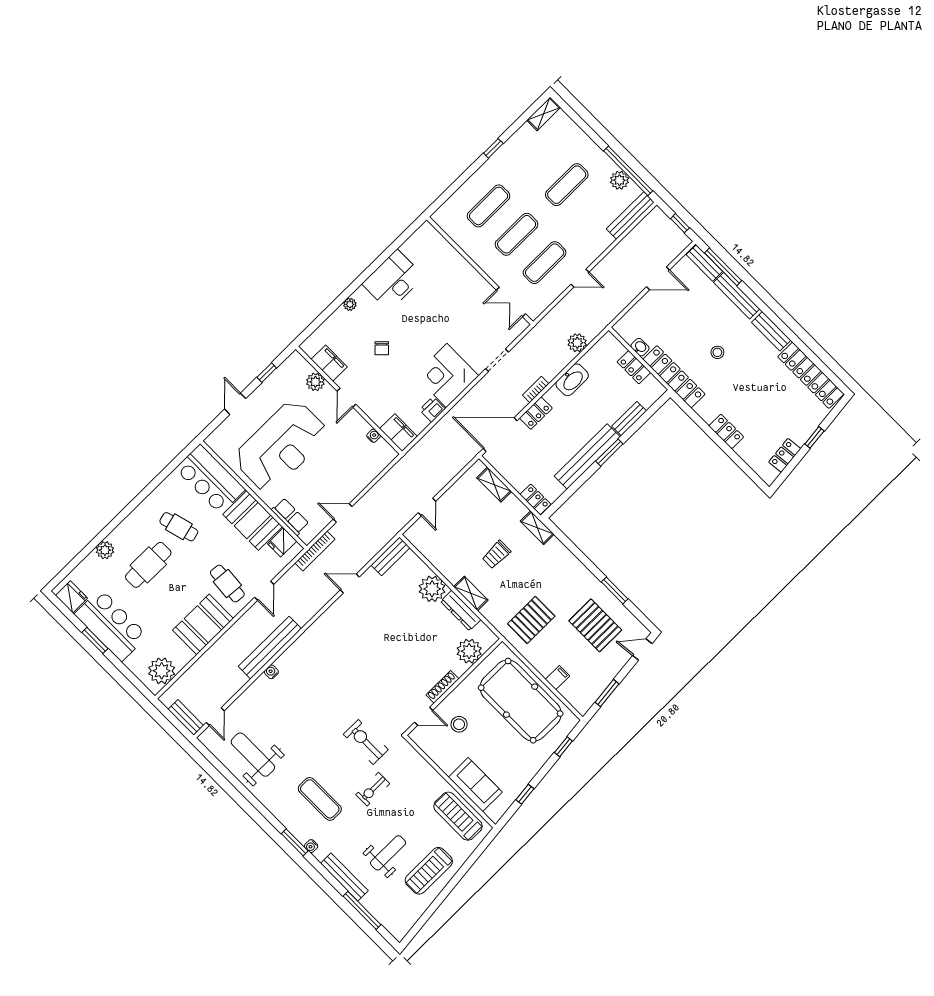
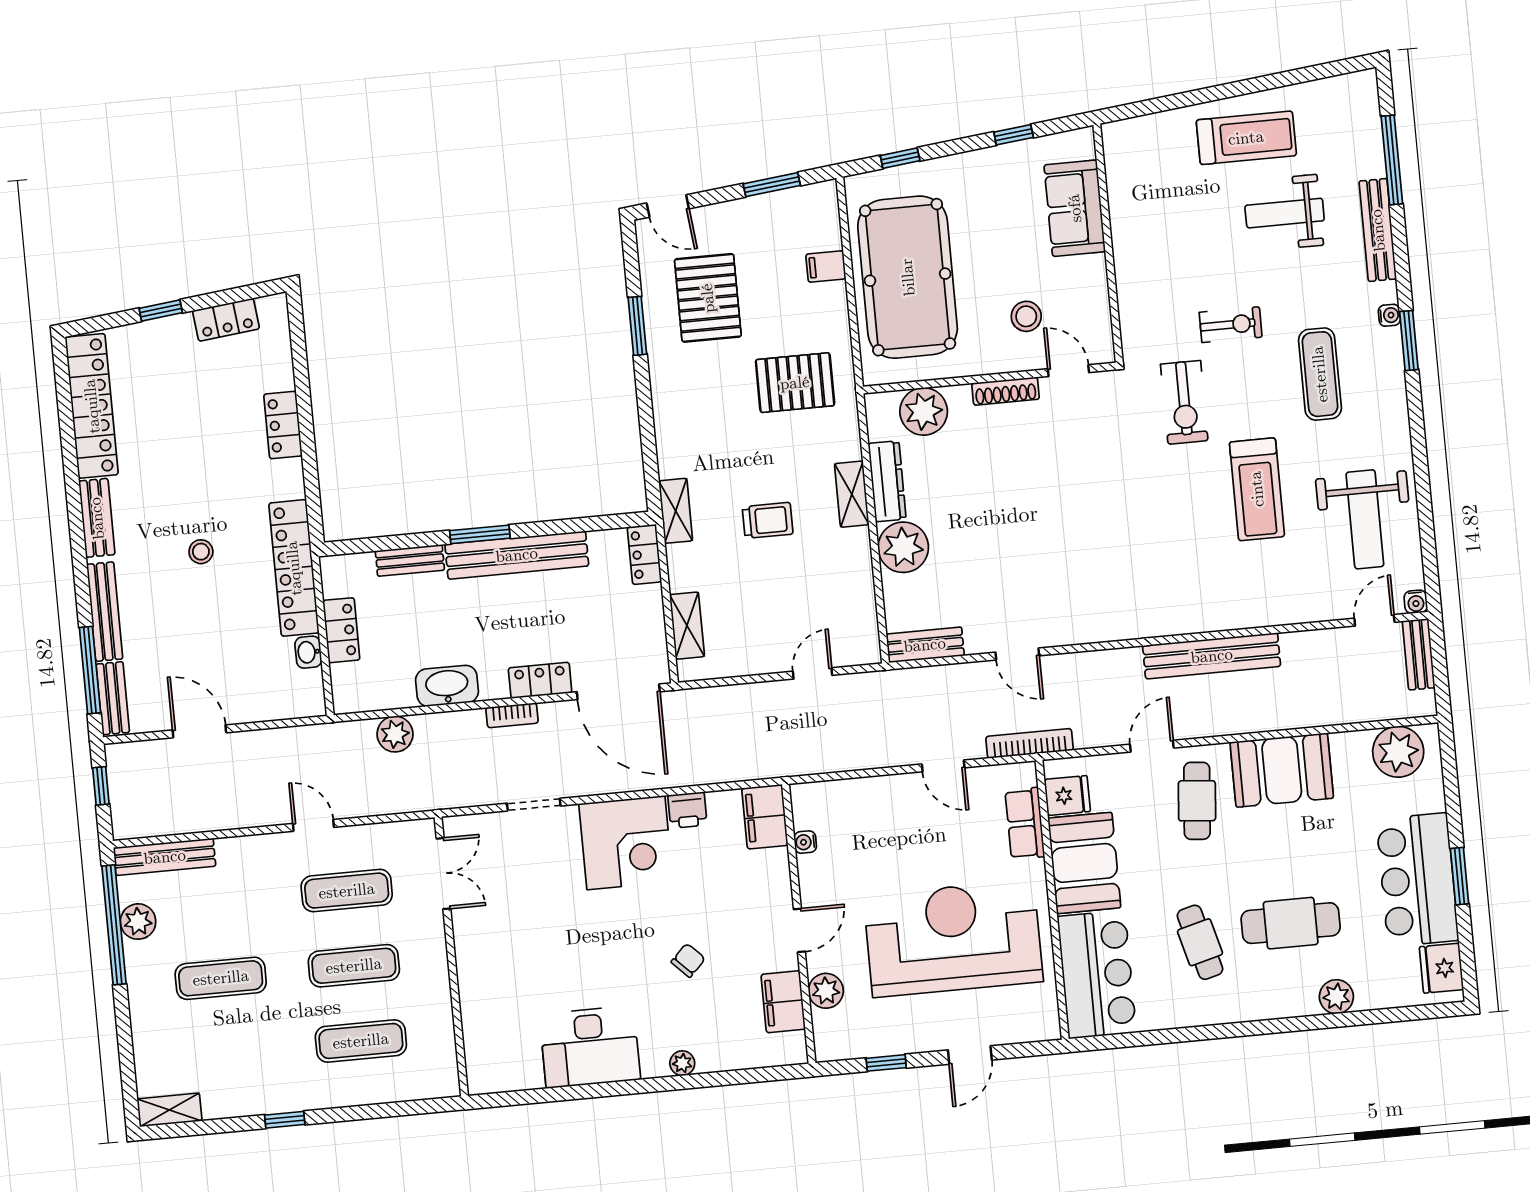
water cooler: (271, 672) -> (1416, 602), moved
treadmill: (458, 816) -> (1257, 489), moved

